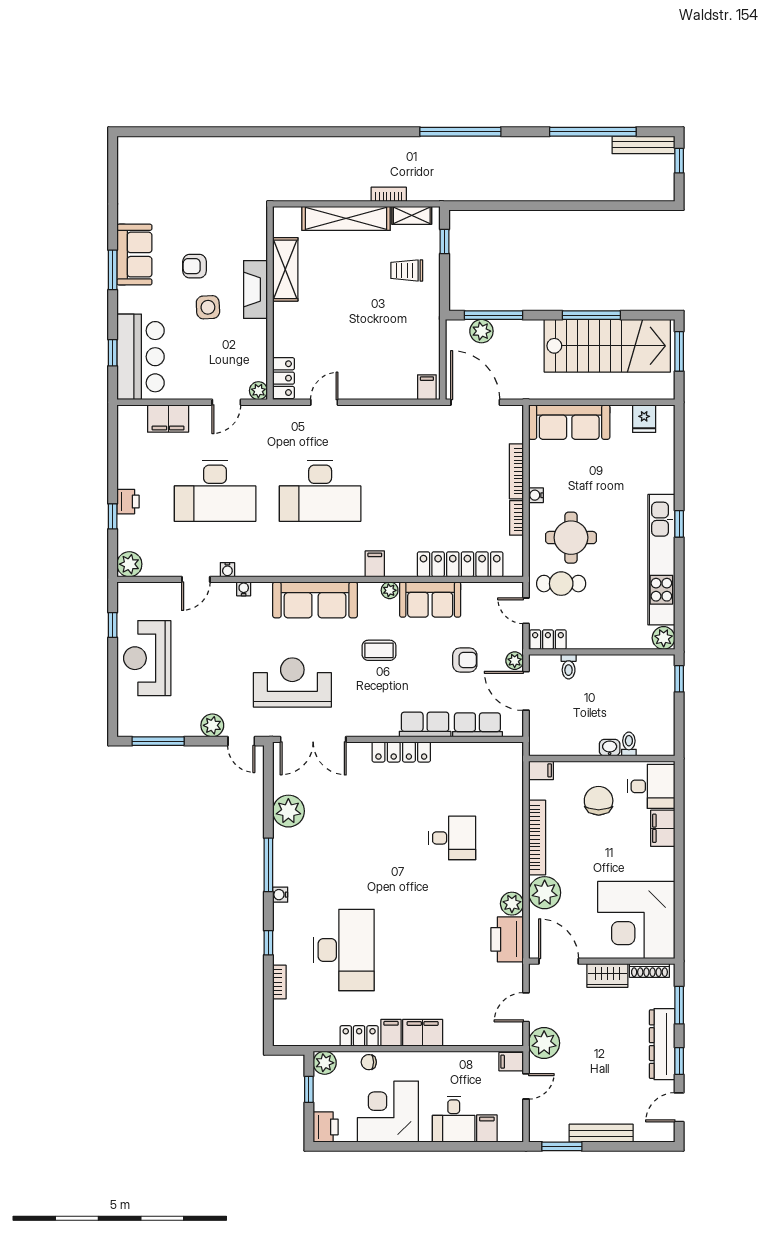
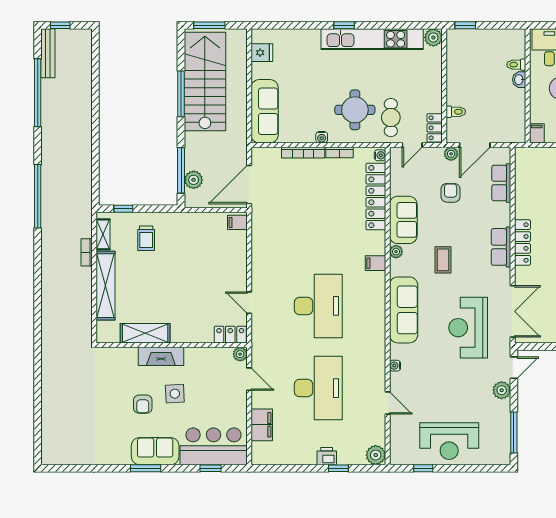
sofa: (134, 255) -> (155, 451), moved
water cooler: (227, 570) -> (380, 155), moved
row of seats: (425, 724) -> (501, 247), moved

